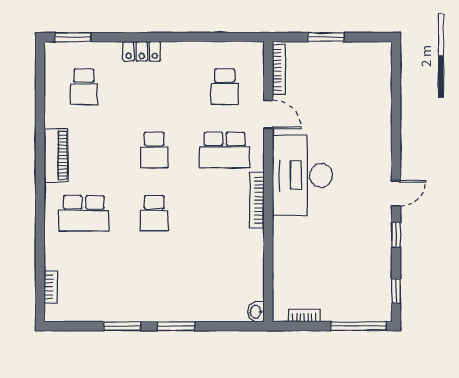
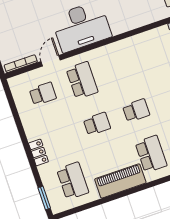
school desk: (84, 87) -> (73, 181), width x1.85
piano: (56, 156) -> (120, 181), width x1.37, depth x1.33
bookcase: (257, 200) -> (106, 50), removed

